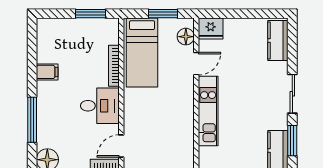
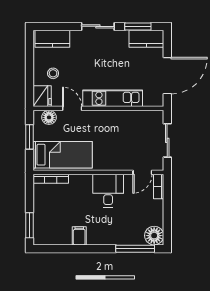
window: (91, 14) -> (29, 225), moved
stool: (237, 41) -> (53, 73), added
bookcase: (114, 66) -> (51, 179), moved
window: (32, 120) -> (135, 249), moved
door: (121, 146) -> (142, 172), hinge flipped

